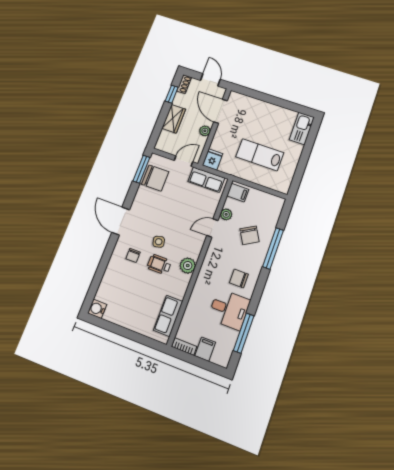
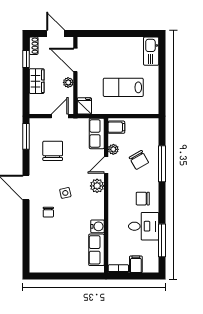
chair: (155, 178) -> (53, 151), moved, turned -90
row of seats: (206, 180) -> (97, 133), moved, turned 90
wheelchair: (159, 264) -> (73, 211), removed
plant: (188, 266) -> (97, 186), moved
water cooler: (97, 309) -> (97, 226), moved, turned 180

